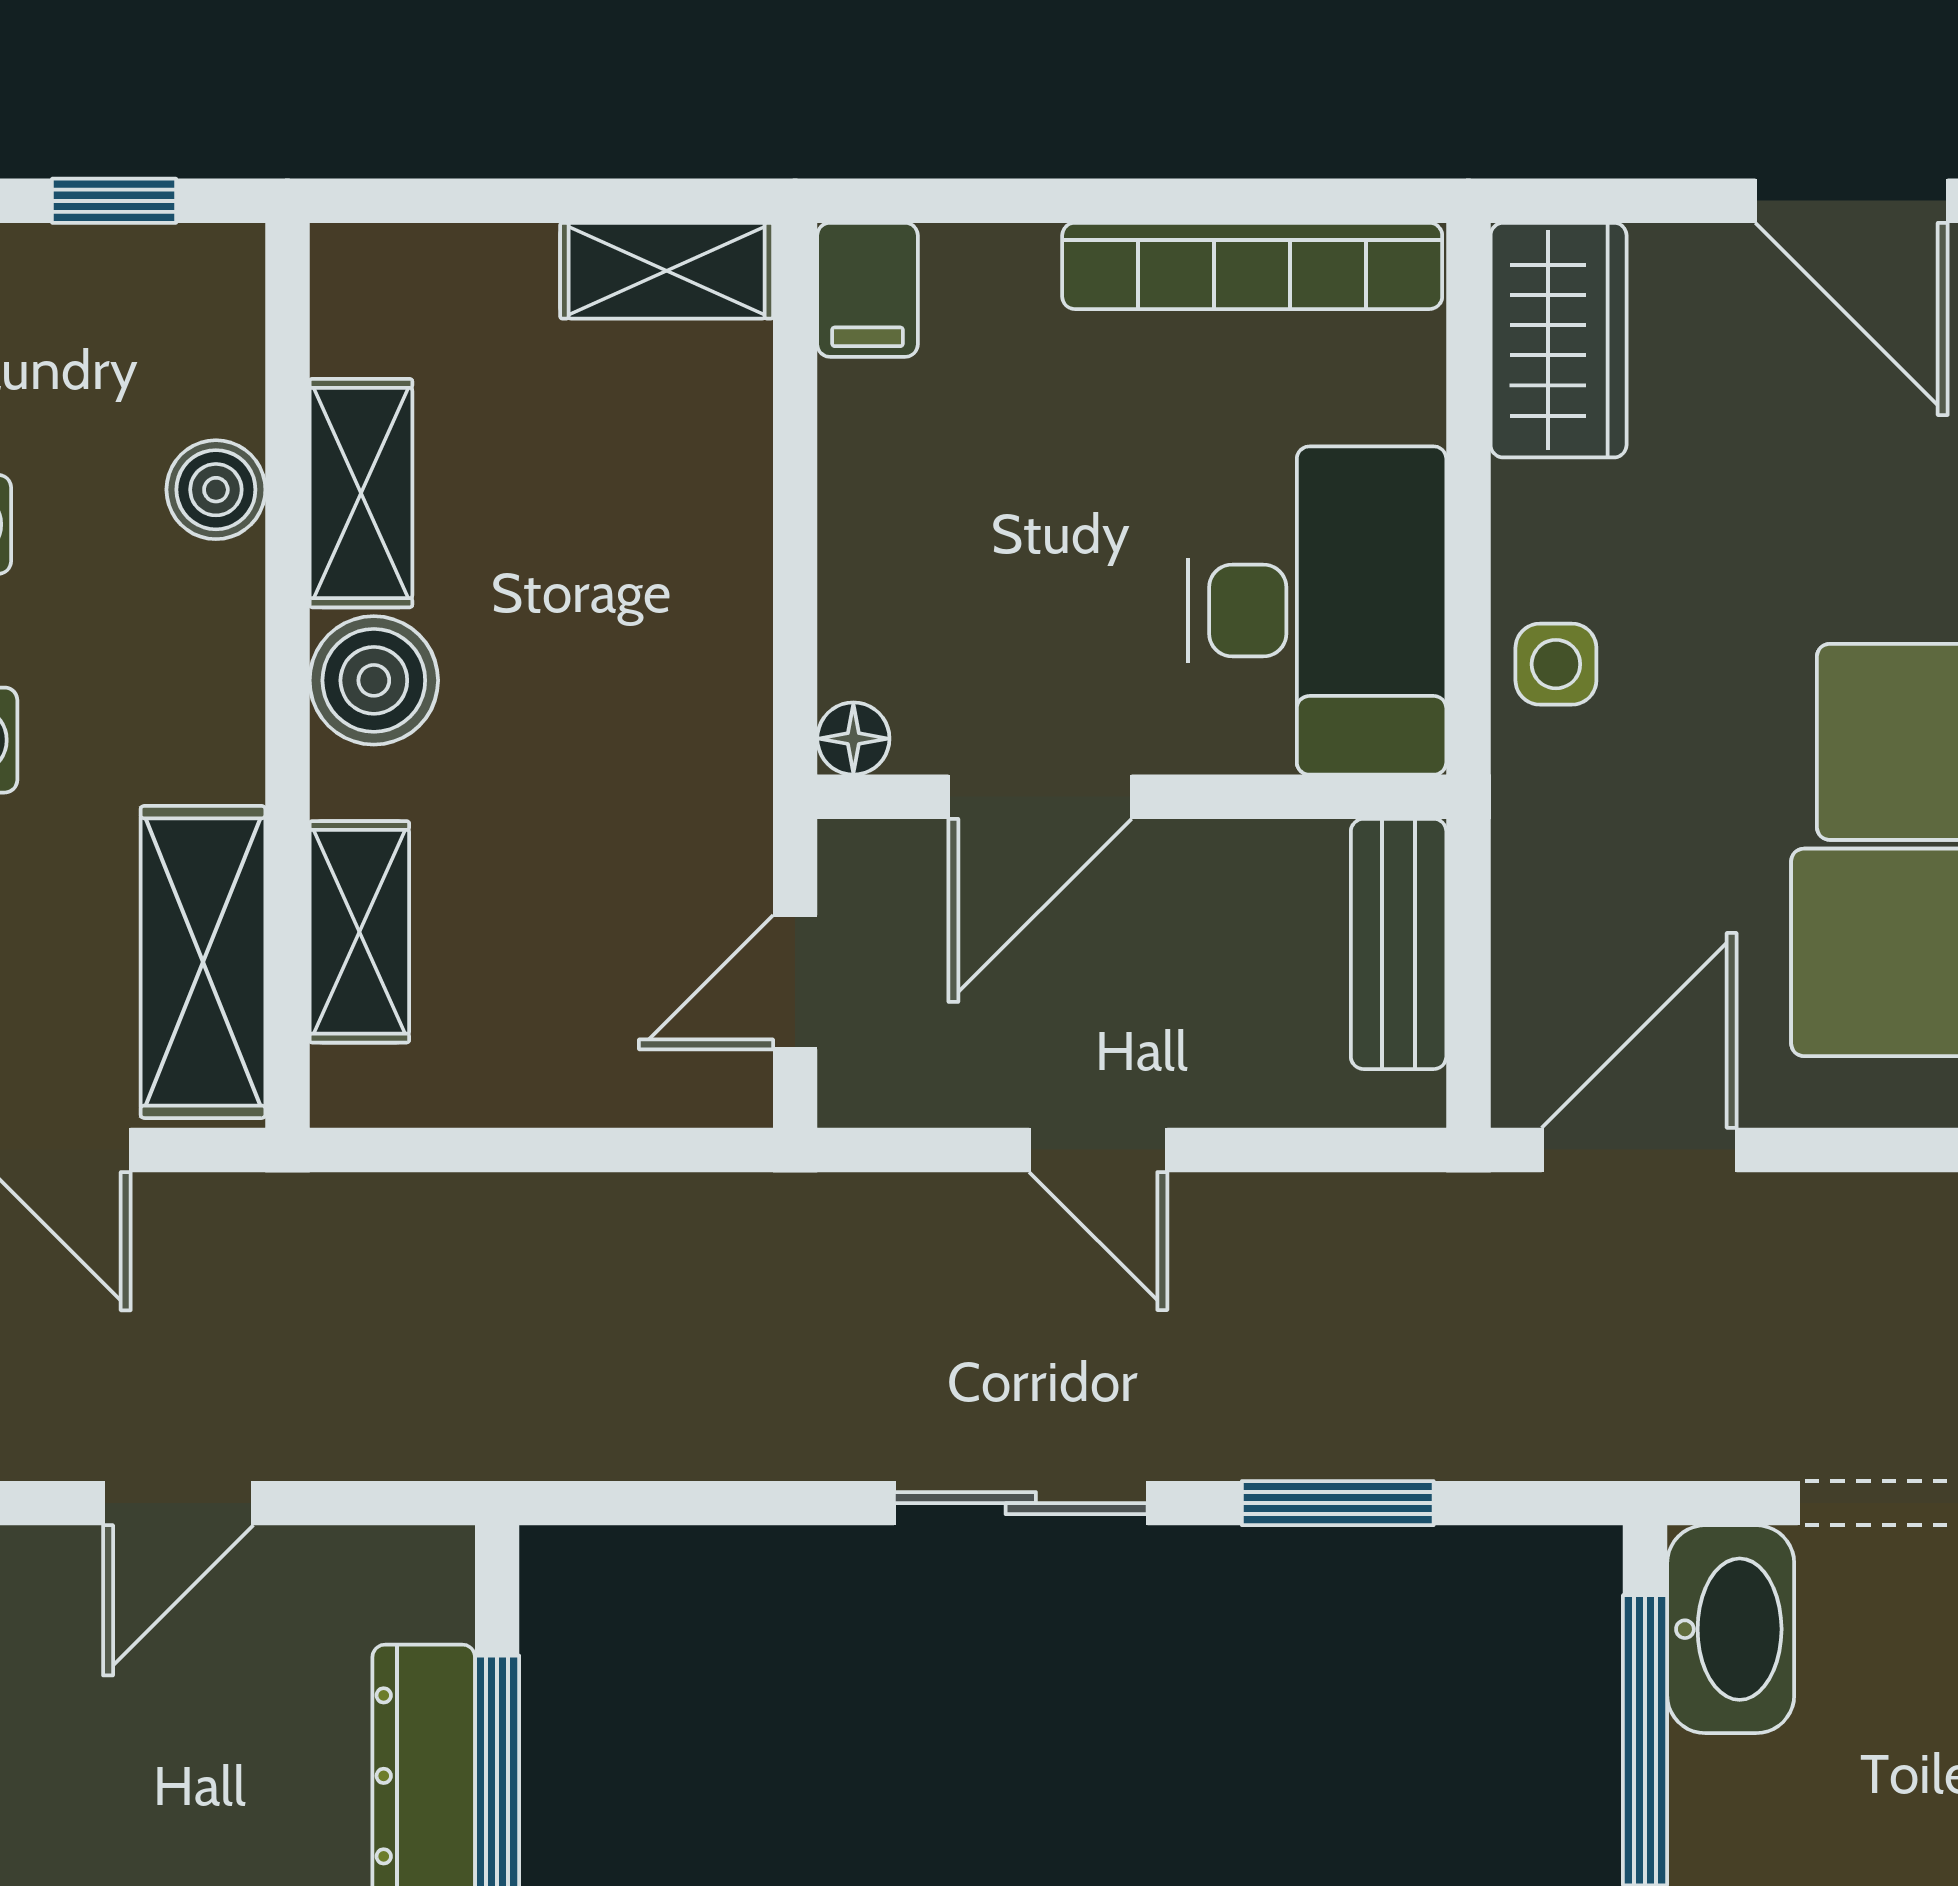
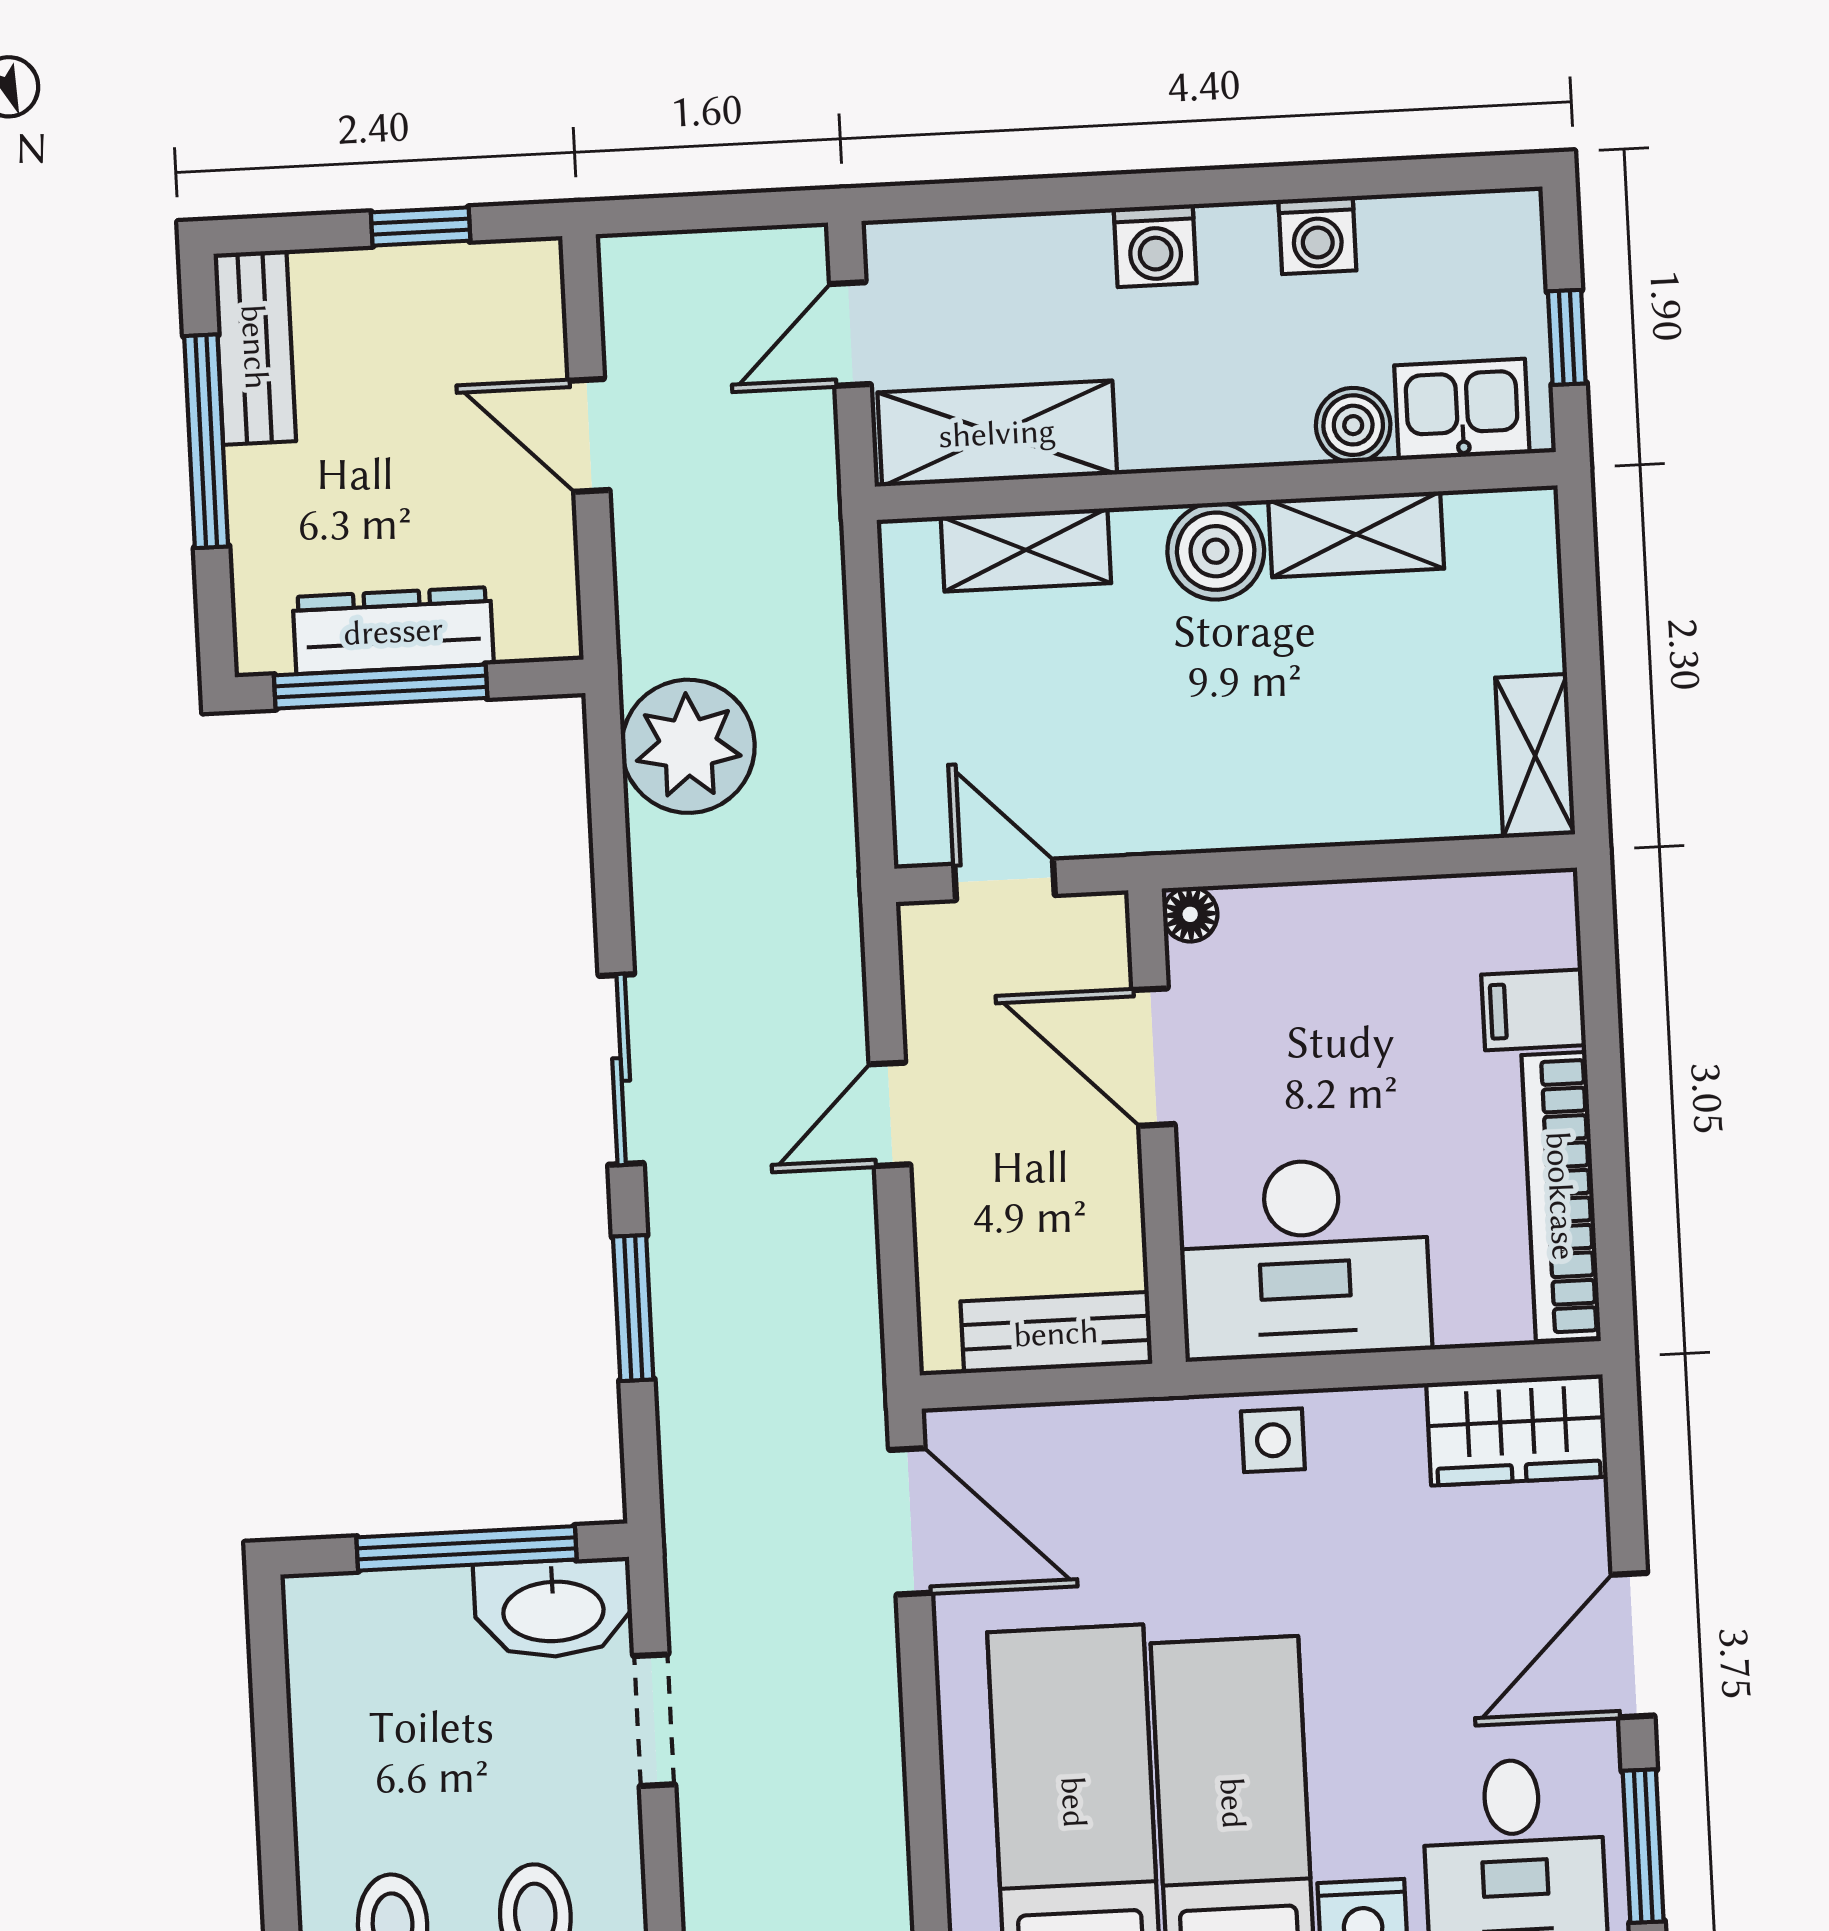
filing cabinet: (868, 290) -> (1534, 1010), moved
kitchen sink: (202, 345) -> (1462, 409), added
plant: (597, 1393) -> (688, 746), added

